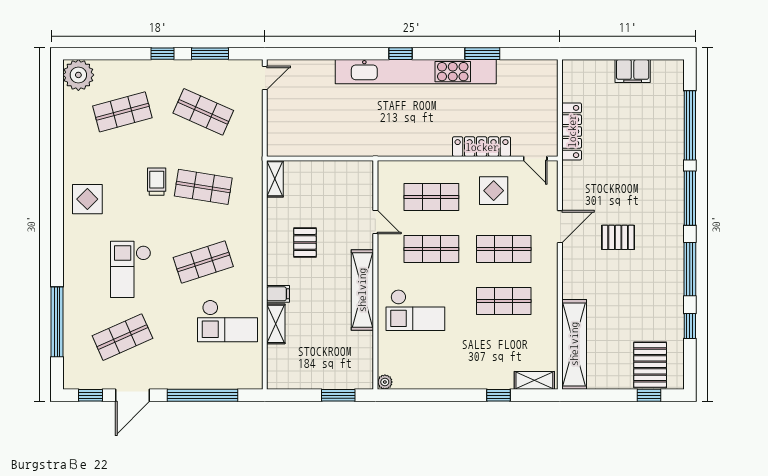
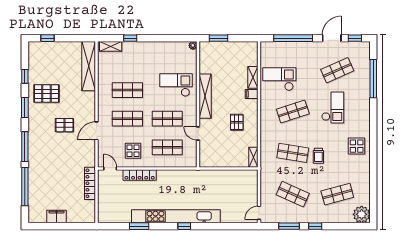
window: (690, 269) -> (25, 108), width x0.69
pallet: (650, 365) -> (46, 94), moved, turned 90

